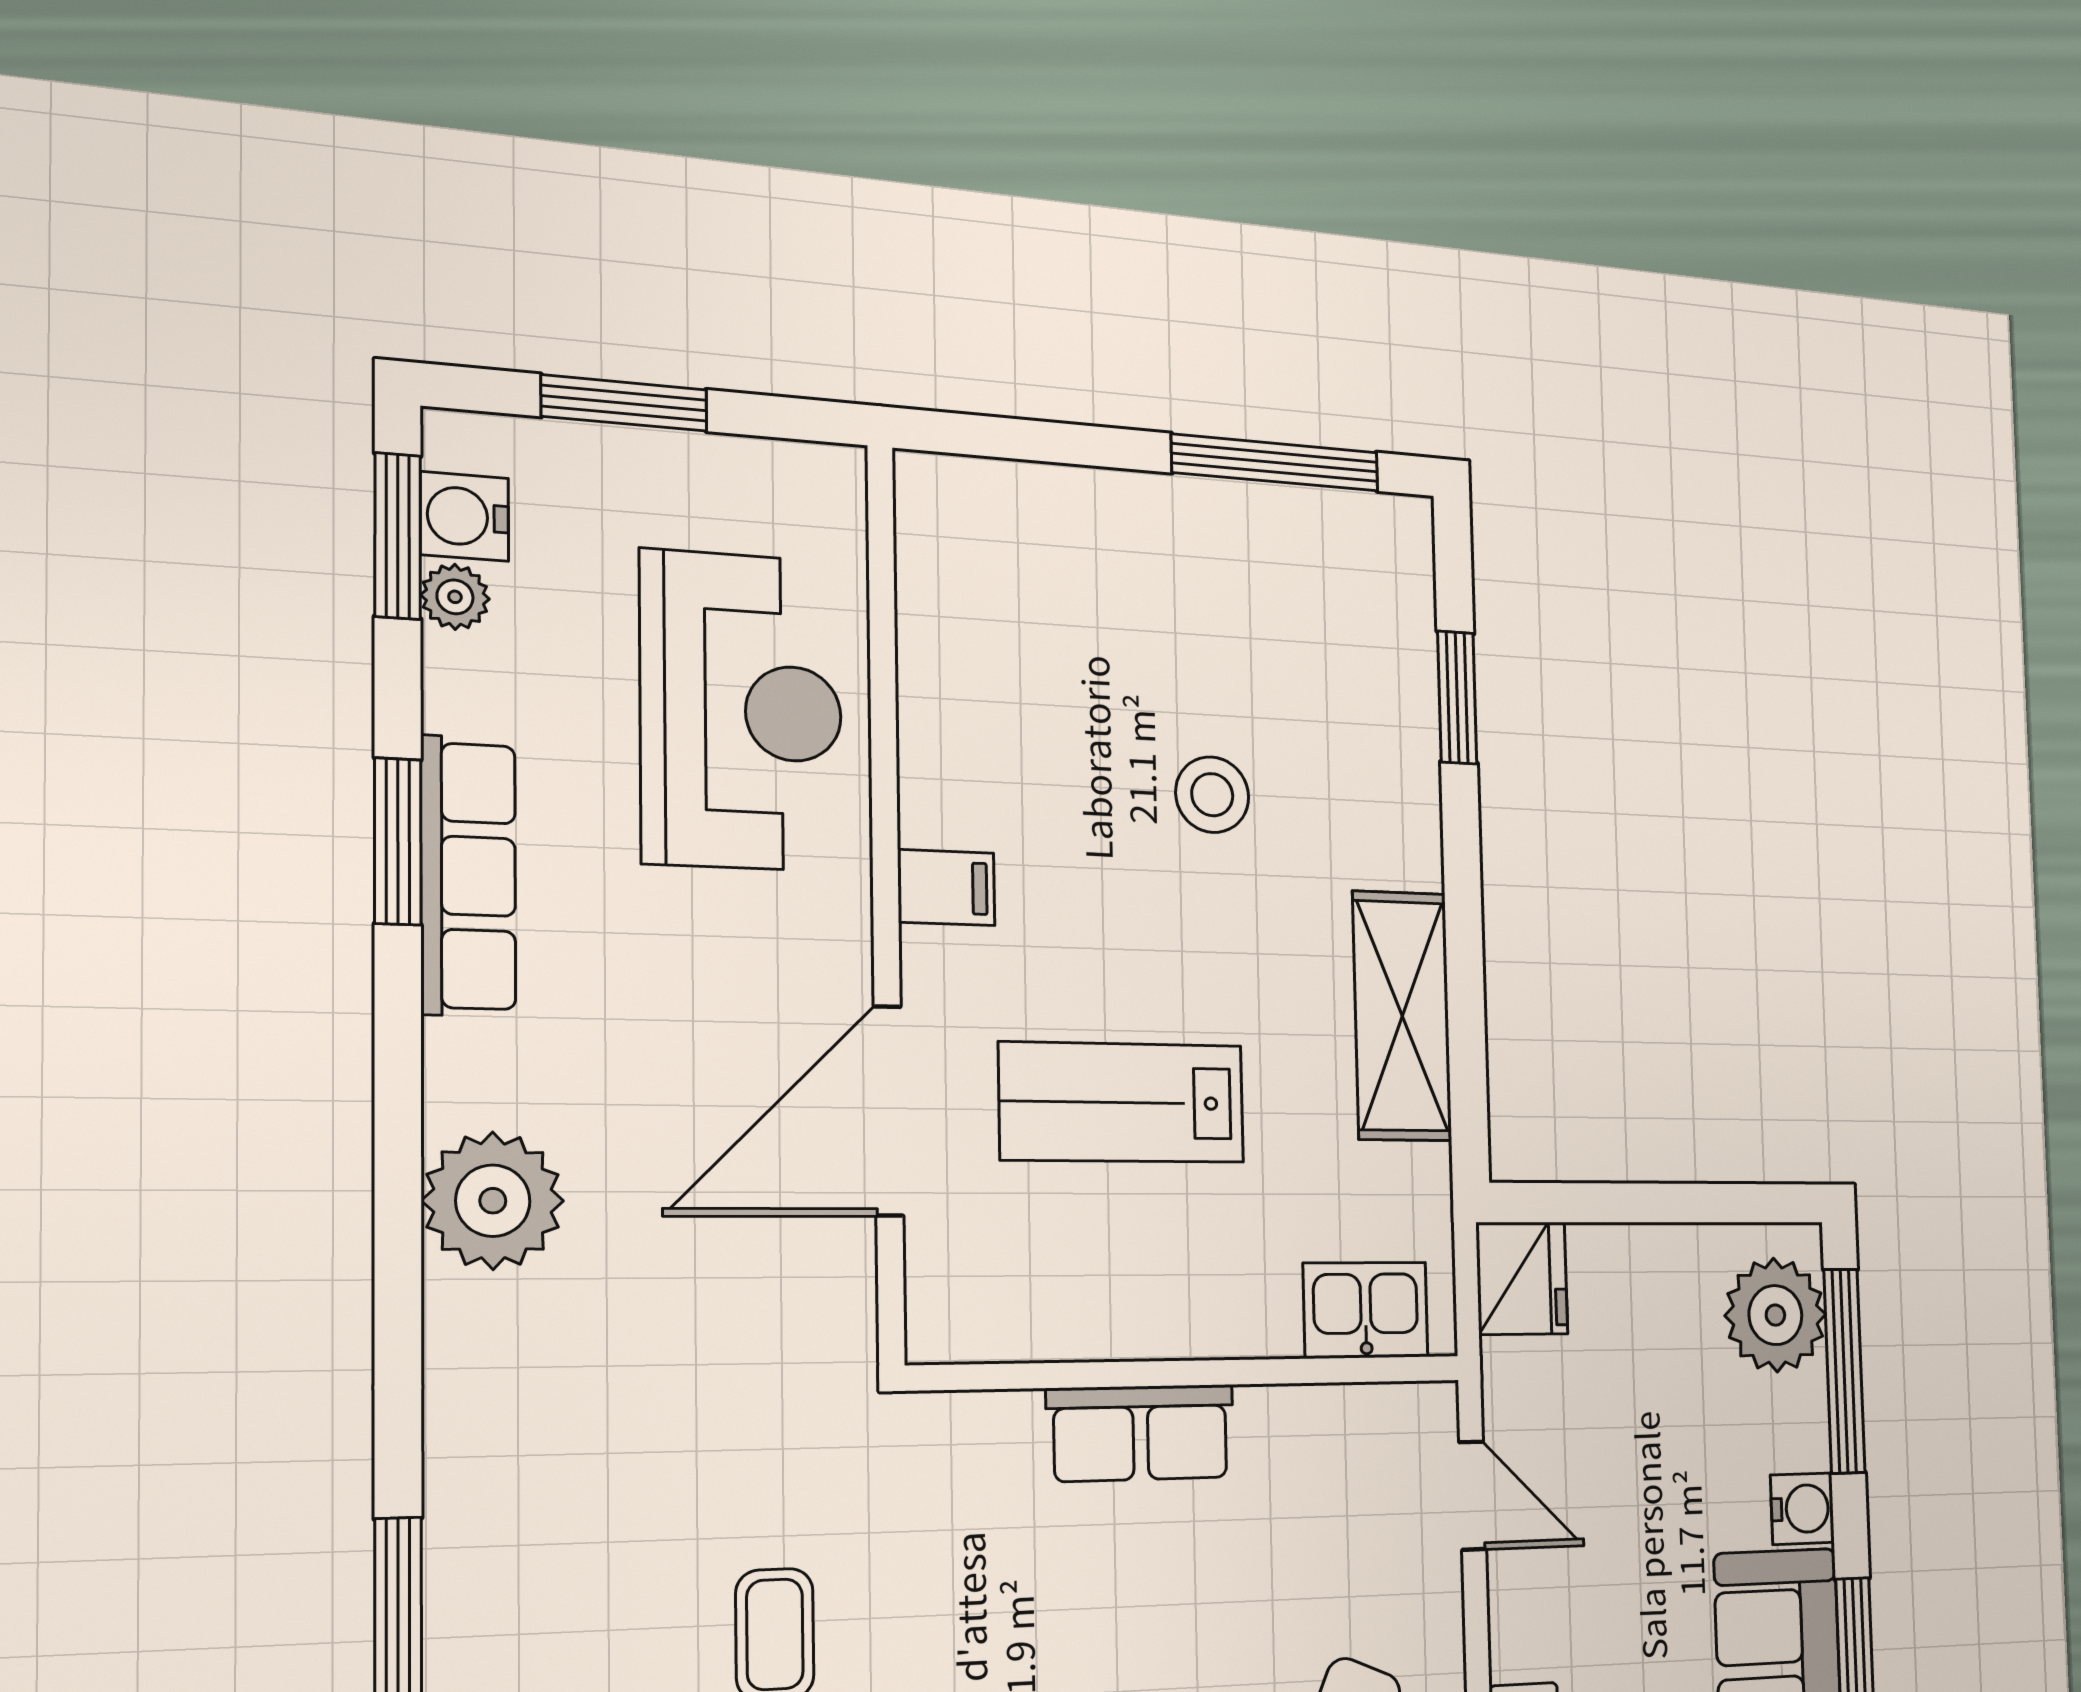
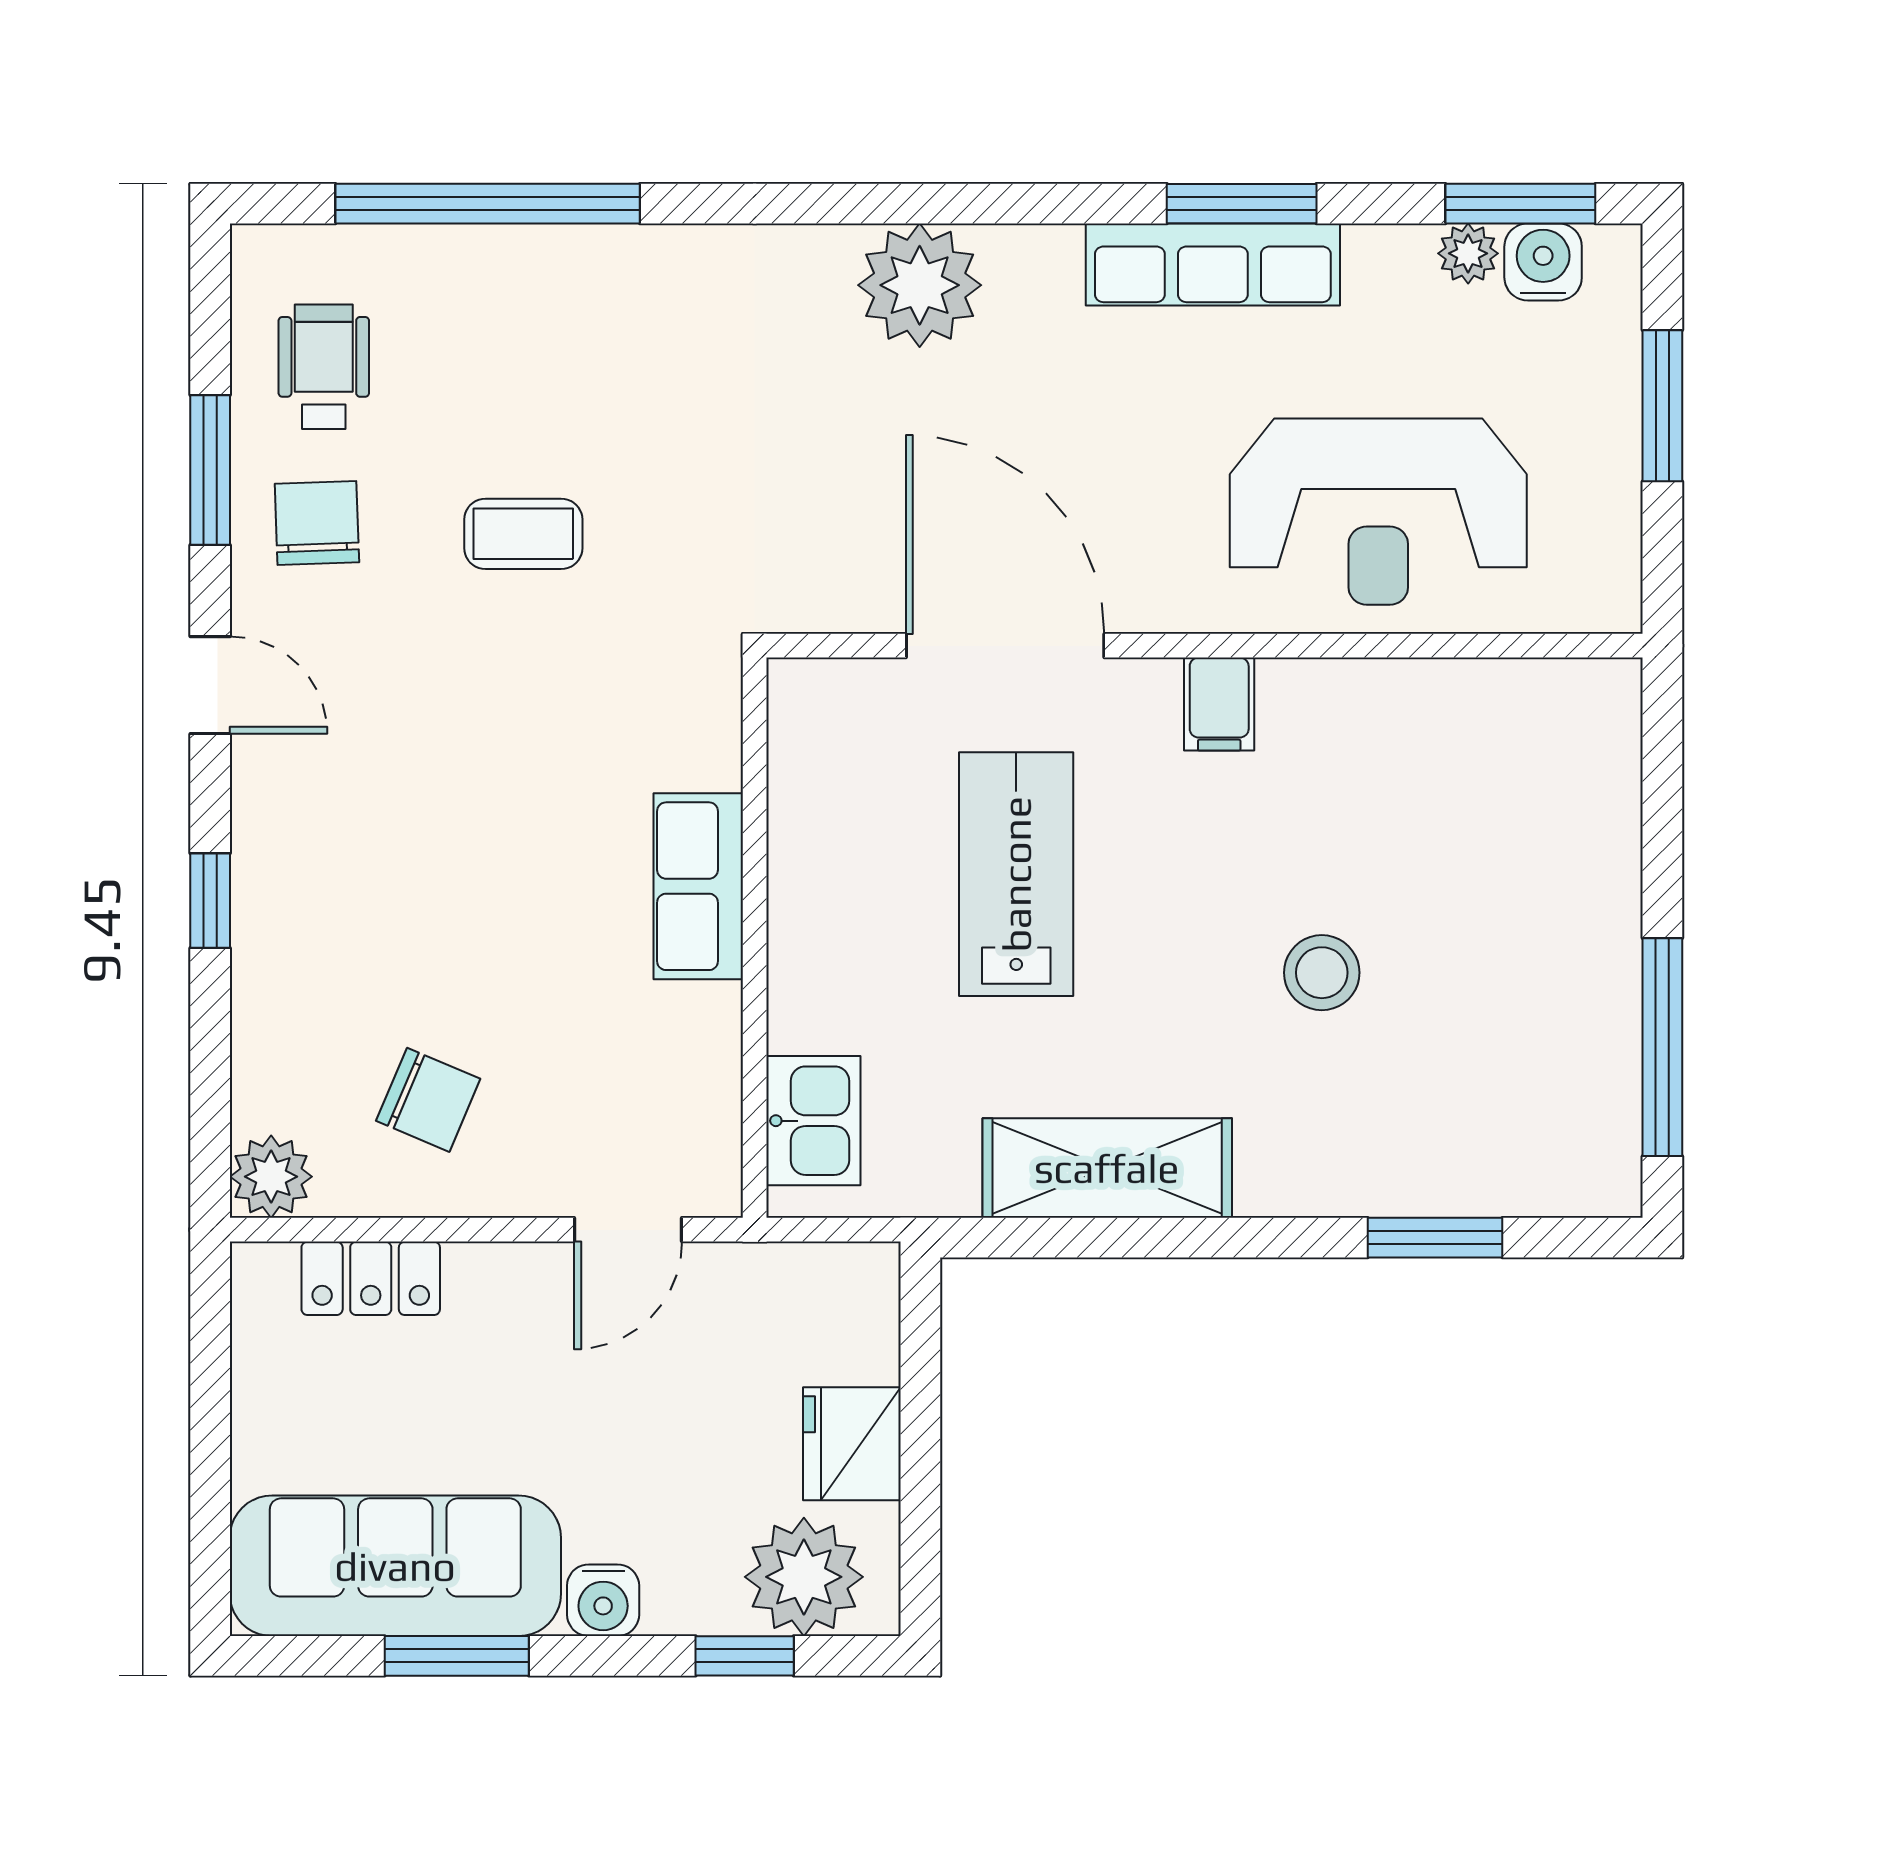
fridge: (1522, 1278) -> (852, 1444), moved, turned 90
window: (1844, 1371) -> (745, 1656), width x0.46

